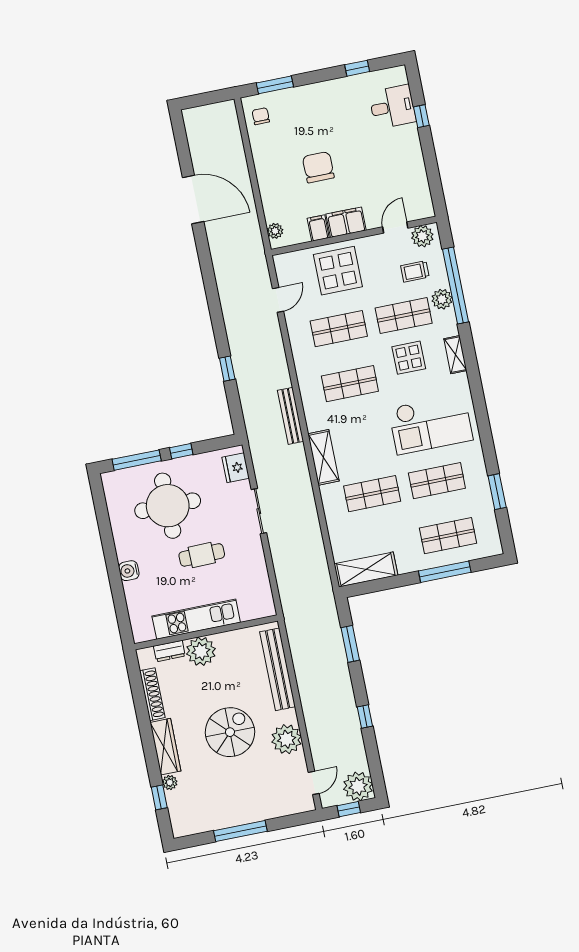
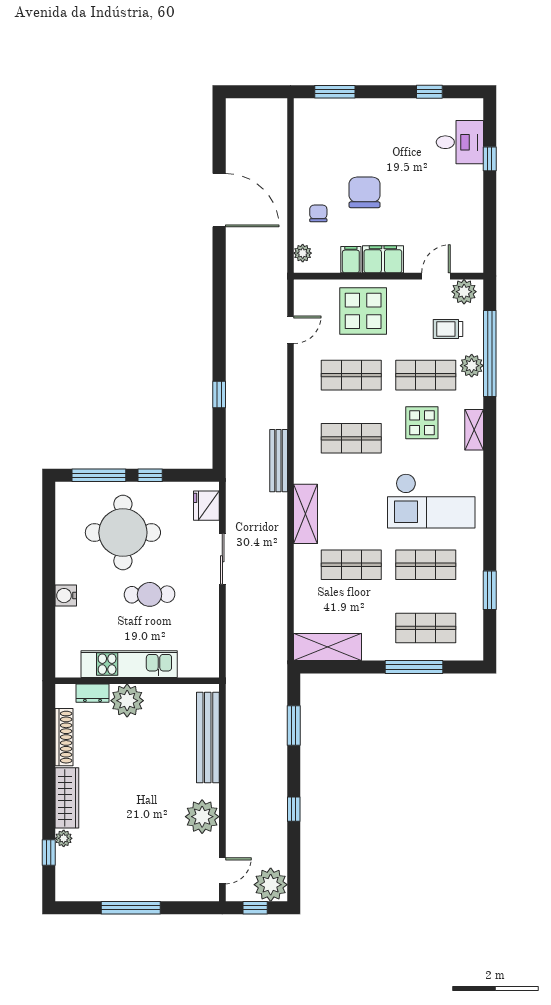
chair: (261, 116) -> (318, 213), moved
spiral stairs: (230, 732) -> (141, 796), removed

